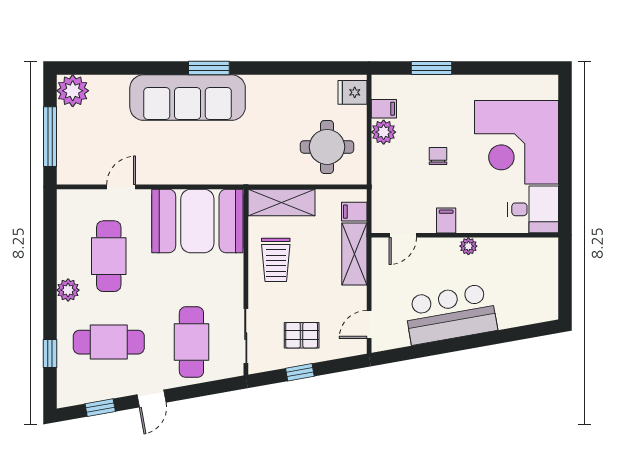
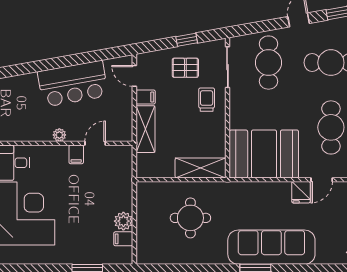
fridge: (352, 92) -> (301, 192), moved, turned 90
round table: (327, 147) -> (190, 218), moved
chair: (438, 156) -> (82, 203), removed
filing cabinet: (354, 212) -> (146, 97), moved
door: (403, 235) -> (95, 143), moved
trolley: (276, 260) -> (207, 100), moved, width x0.73, depth x0.72
door: (369, 324) -> (134, 76), swing flipped

